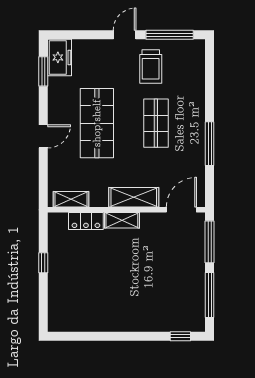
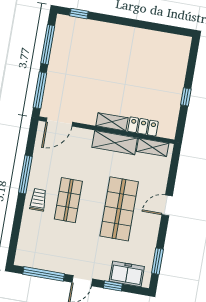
window: (89, 35) -> (113, 286), added
freezer: (60, 57) -> (127, 274), moved, turned 90
trolley: (151, 66) -> (38, 200), moved, width x0.73, depth x0.72
shelving: (134, 197) -> (115, 143), moved

